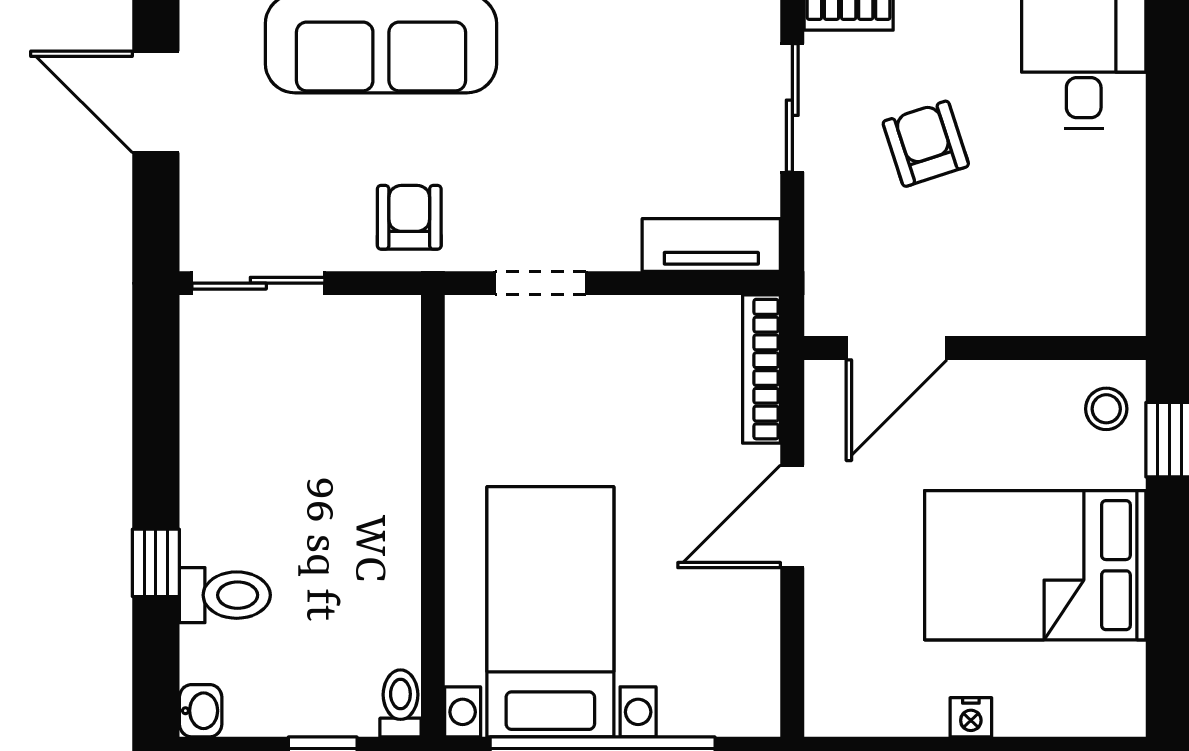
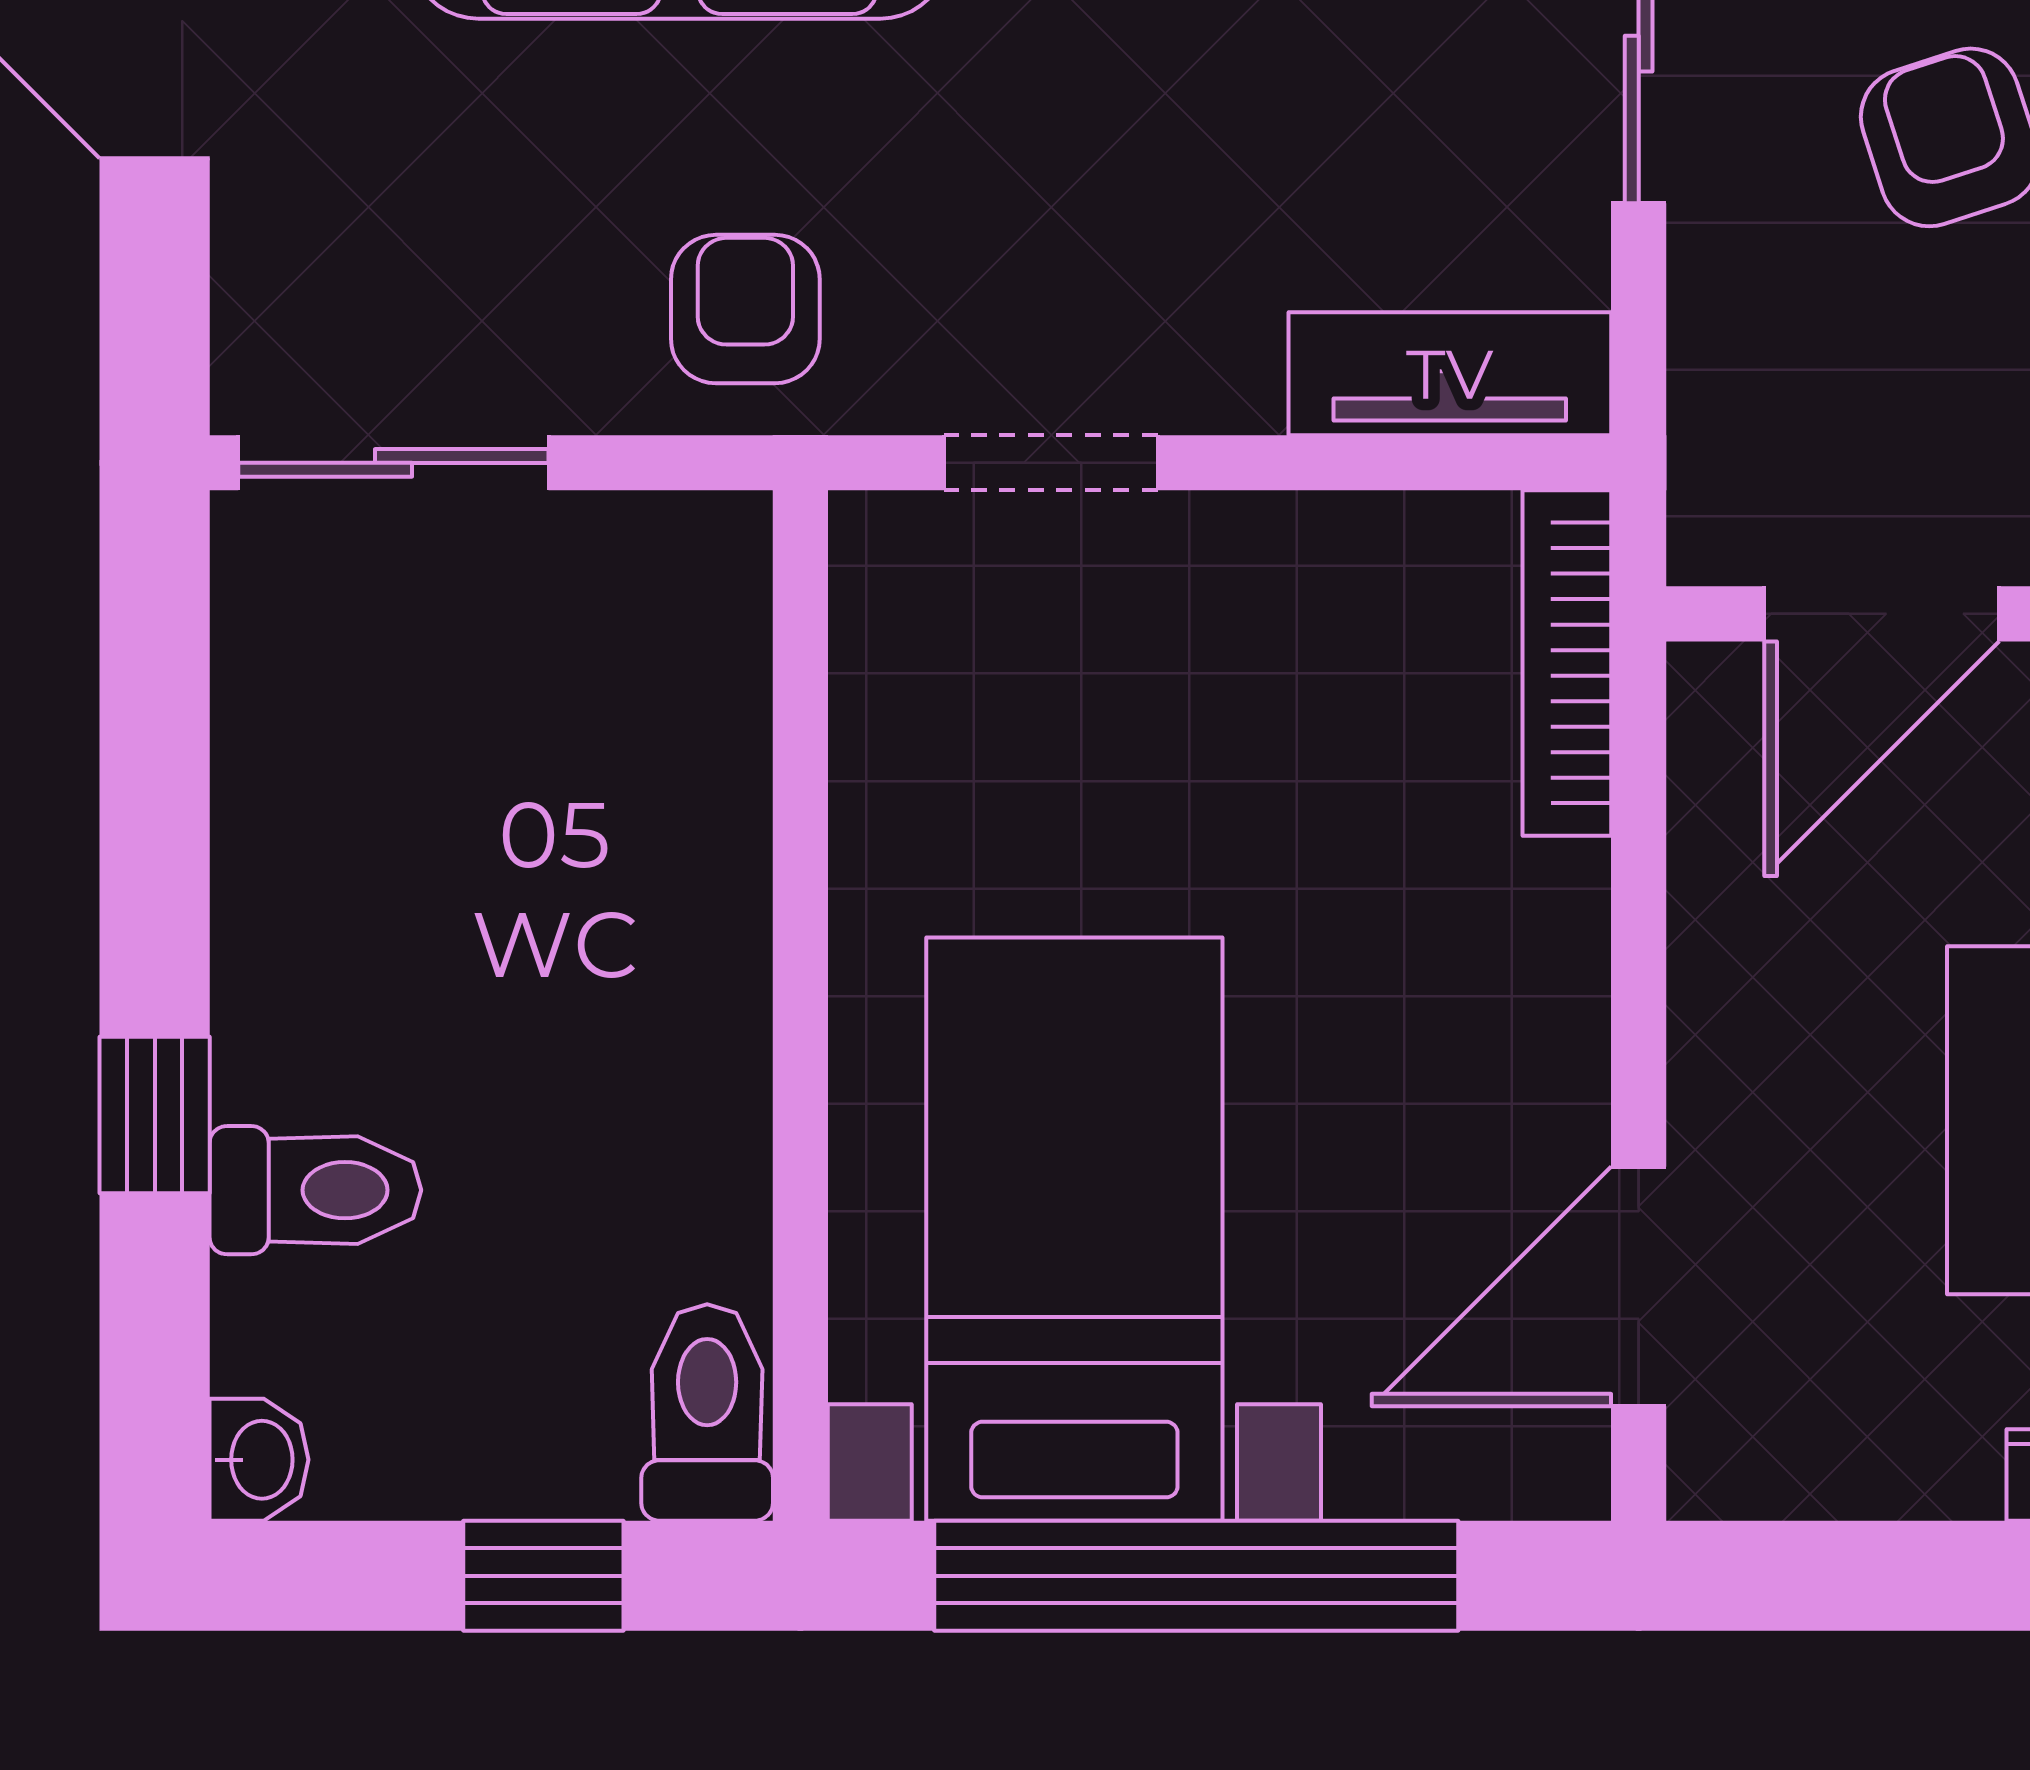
door: (792, 516) -> (1639, 1286), moved
toilet: (400, 703) -> (707, 1412), width x1.37, depth x1.39

